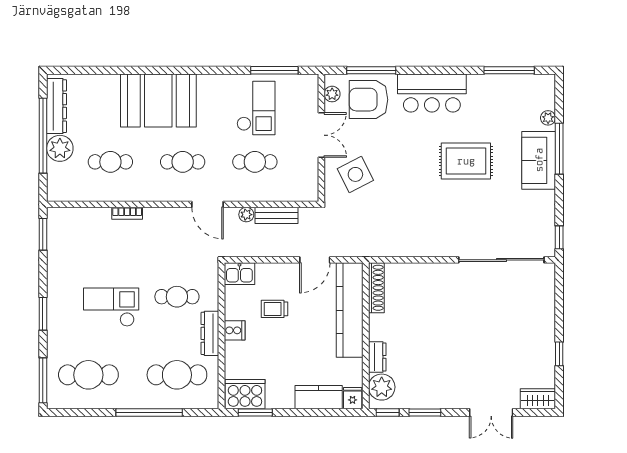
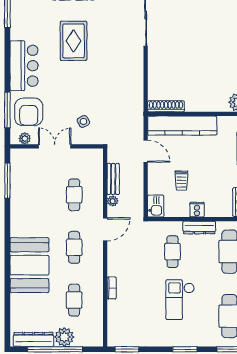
checkout: (256, 108) -> (35, 194), removed
side table: (355, 174) -> (83, 121), width x0.54, depth x0.54
dresser: (377, 357) -> (216, 106), removed

